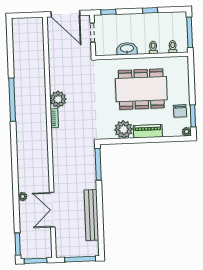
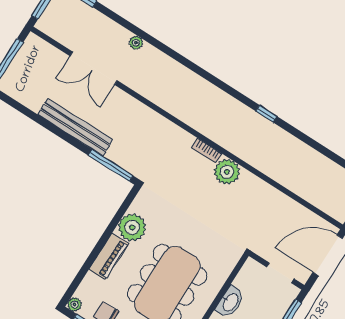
window: (12, 100) -> (266, 114), width x0.32
double door: (52, 210) -> (94, 68), swing flipped
bench: (91, 215) -> (75, 127), moved

